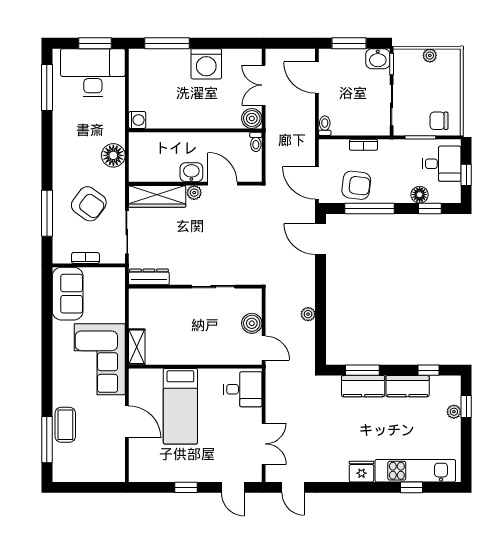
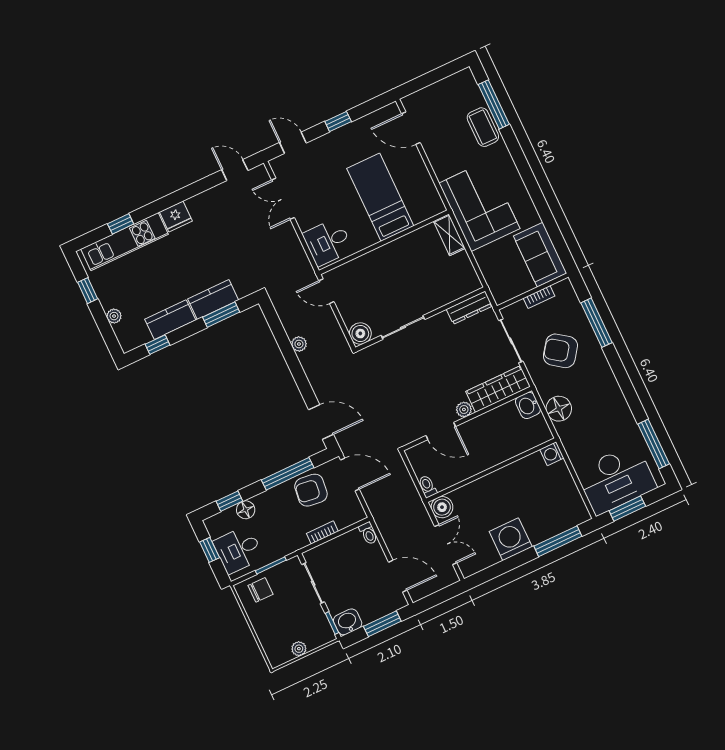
washbasin: (191, 172) -> (528, 405), moved, turned 90
boiler: (252, 323) -> (360, 333), moved
window: (466, 406) -> (88, 291), moved
door: (127, 422) -> (411, 128), moved

